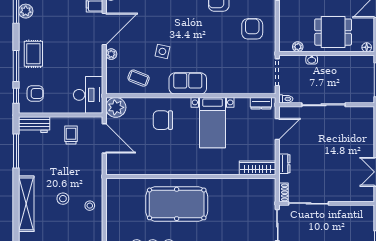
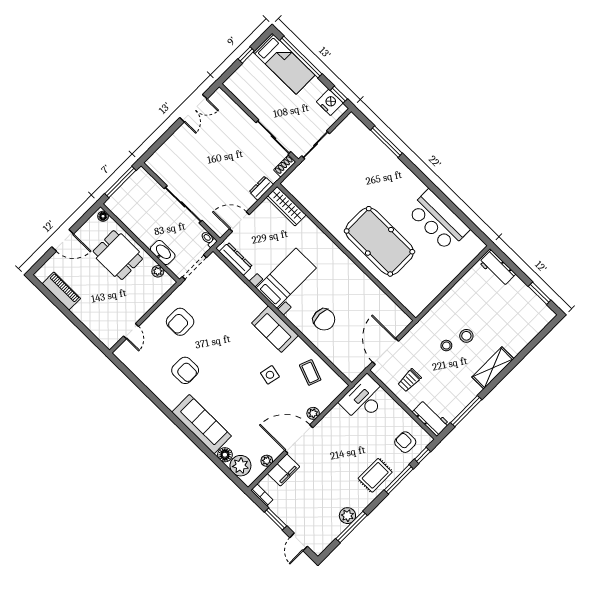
washbasin: (312, 60) -> (163, 252), width x1.91, depth x1.45
dresser: (261, 103) -> (236, 259), width x1.44
plant: (116, 107) -> (352, 367), removed
shelving: (26, 204) -> (493, 368), width x0.68
stool: (90, 206) -> (446, 346), moved

